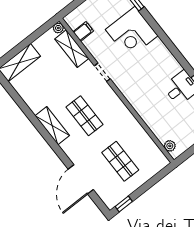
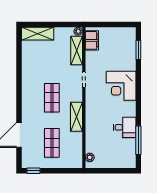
filing cabinet: (83, 31) -> (92, 40), width x2.00
corner desk: (132, 33) -> (121, 86), moved
shelving: (52, 126) -> (76, 117), moved

